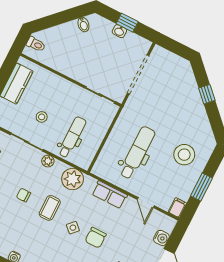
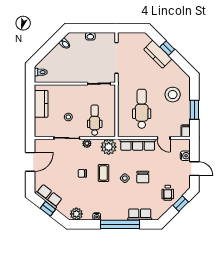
window: (127, 23) -> (93, 28), removed
kitchen counter: (191, 96) -> (158, 54), added
row of seats: (110, 195) -> (138, 145), width x1.48

